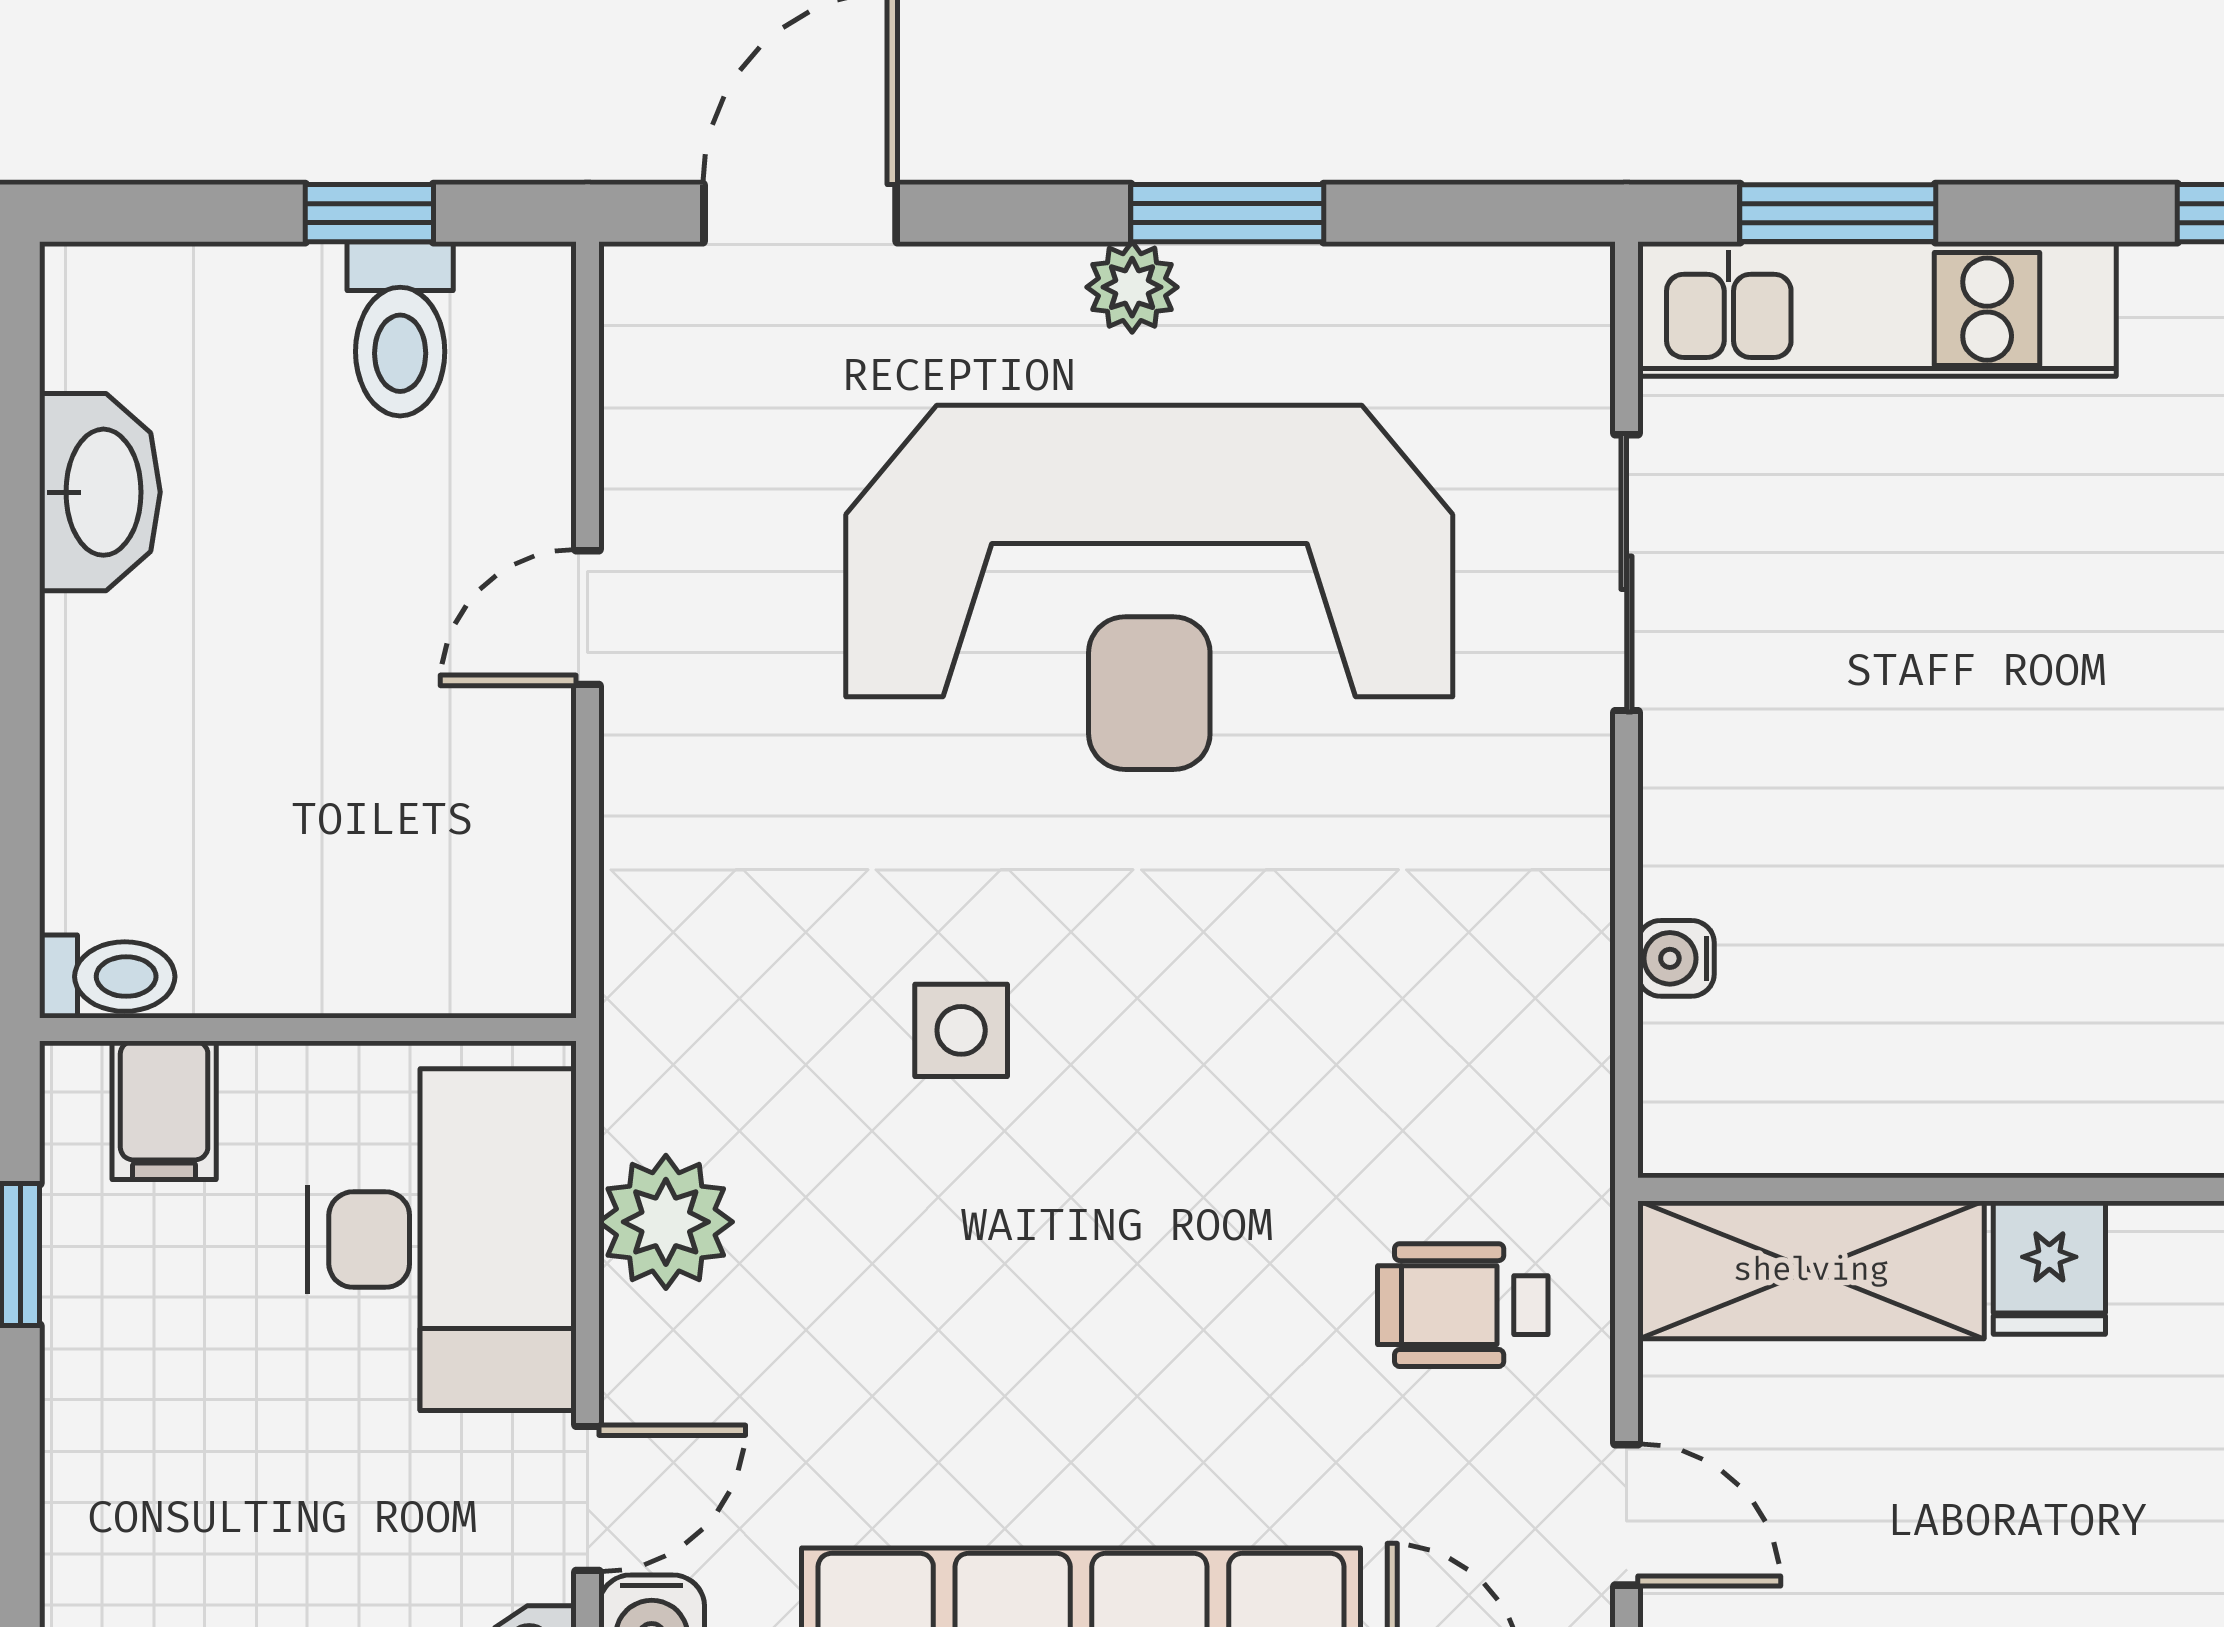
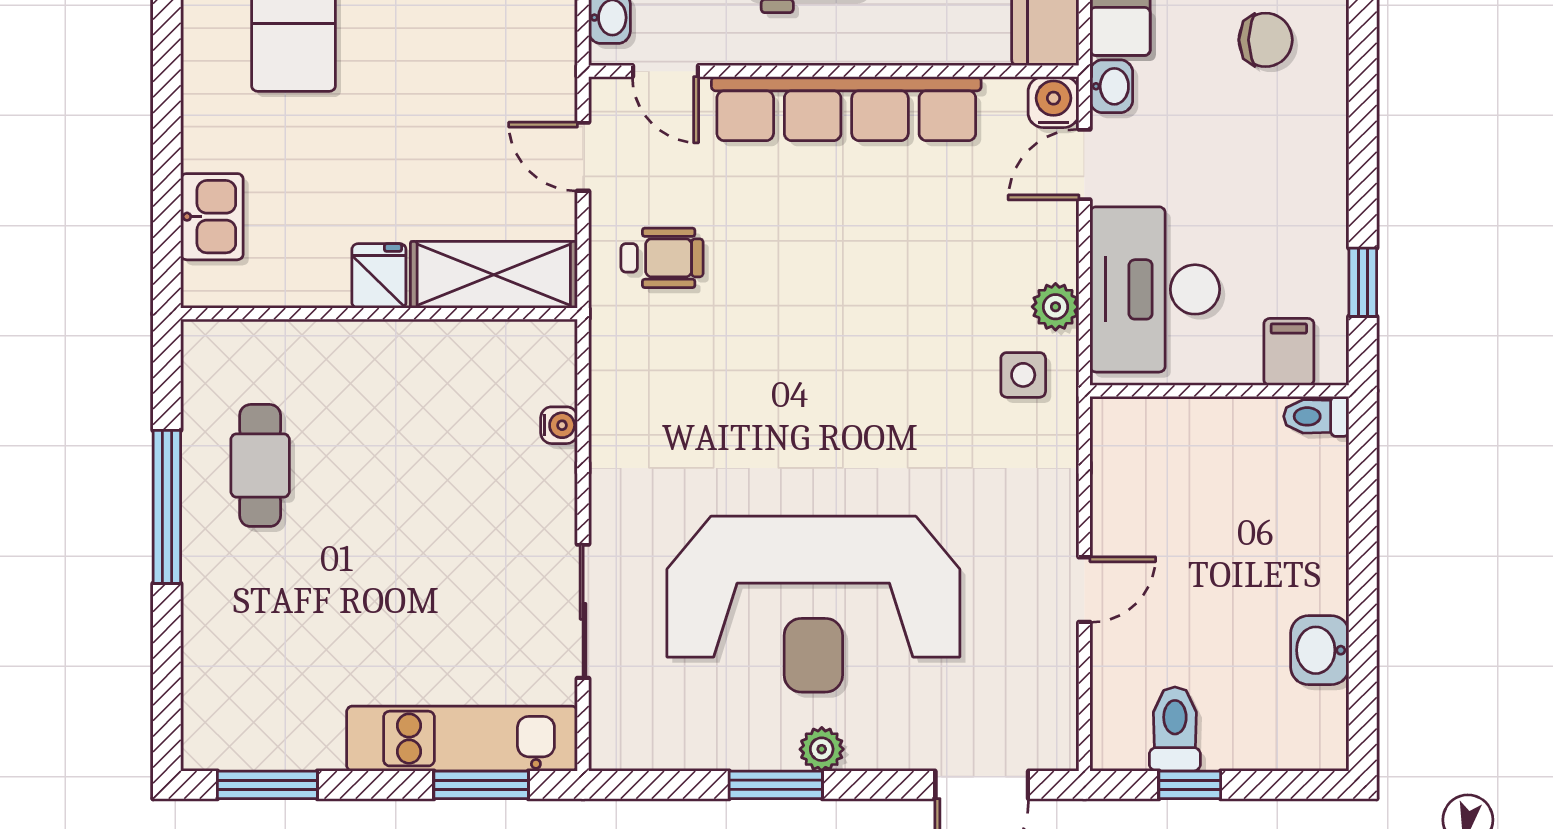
washbasin: (100, 492) -> (1320, 650), width x0.72
reception desk: (1149, 587) -> (813, 604), turned 180
side table: (961, 1030) -> (1023, 375), moved
plant: (666, 1222) -> (1055, 307), width x0.73, depth x0.73

